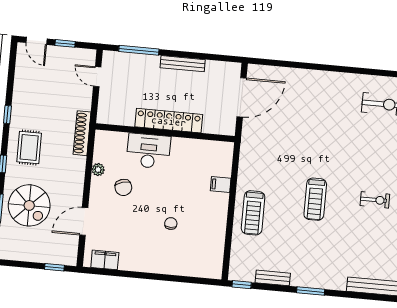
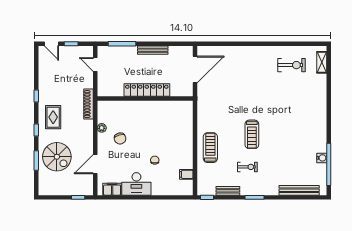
desk: (148, 151) -> (136, 184), moved, turned 180
filing cabinet: (221, 185) -> (186, 174), moved
exercise bike: (375, 200) -> (247, 167), moved
treadmill: (253, 213) -> (210, 148), turned 180

